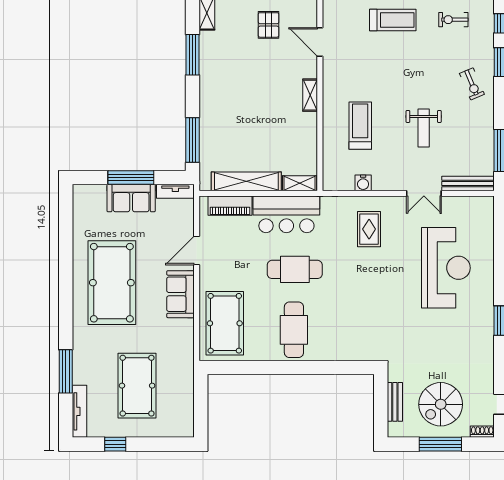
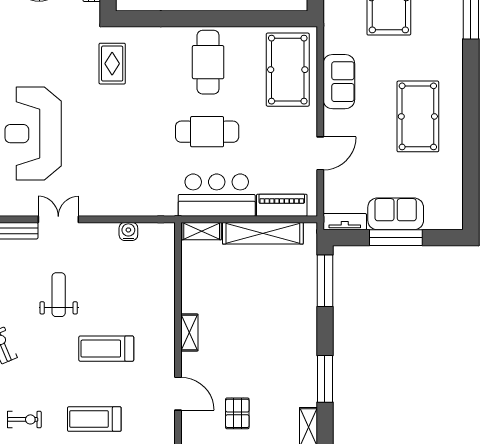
treadmill: (360, 126) -> (106, 349), moved, turned 90
rug: (369, 229) -> (112, 64), moved
pool table: (112, 283) -> (418, 116), width x0.73, depth x0.76
sofa: (180, 294) -> (339, 82), moved

